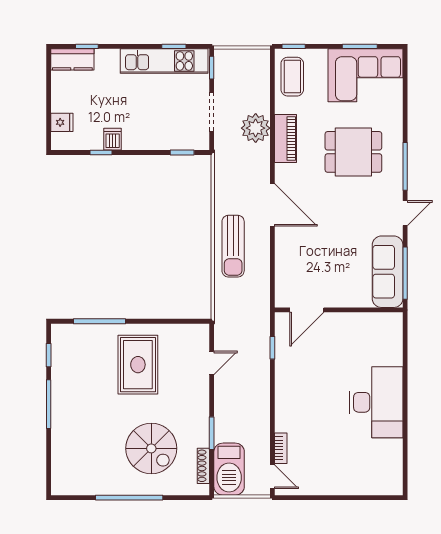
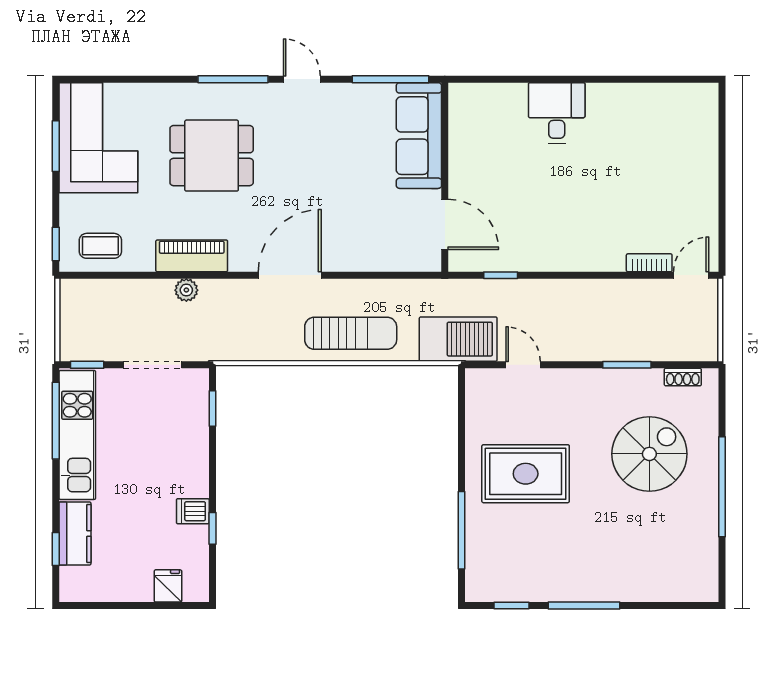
window: (174, 46) -> (56, 421), width x2.17
kitchen counter: (72, 59) -> (75, 534), moved
coffee table: (292, 77) -> (100, 246), width x0.73, depth x0.77
plant: (256, 128) -> (186, 290), width x0.53, depth x0.53
dining table: (353, 152) -> (212, 156), turned 90
sofa: (388, 272) -> (419, 136), moved, turned 90
desk: (376, 402) -> (557, 113), width x0.53, depth x0.77
shoe rack: (203, 466) -> (683, 377), width x0.70
barbecue: (229, 469) -> (458, 339), moved

